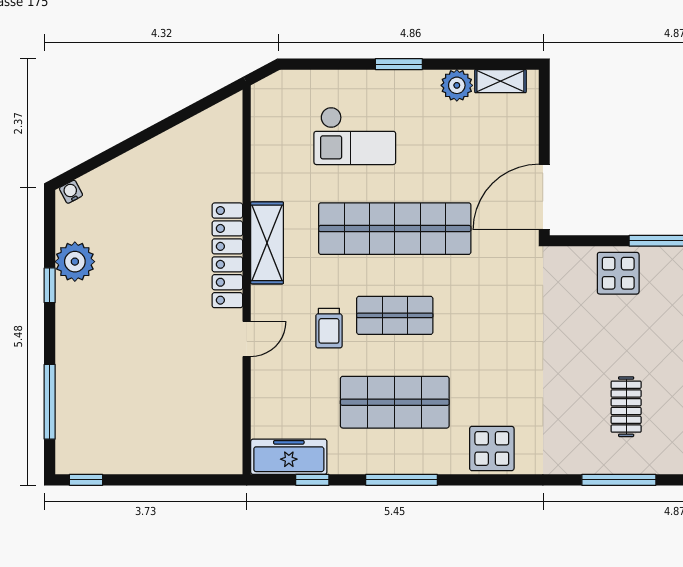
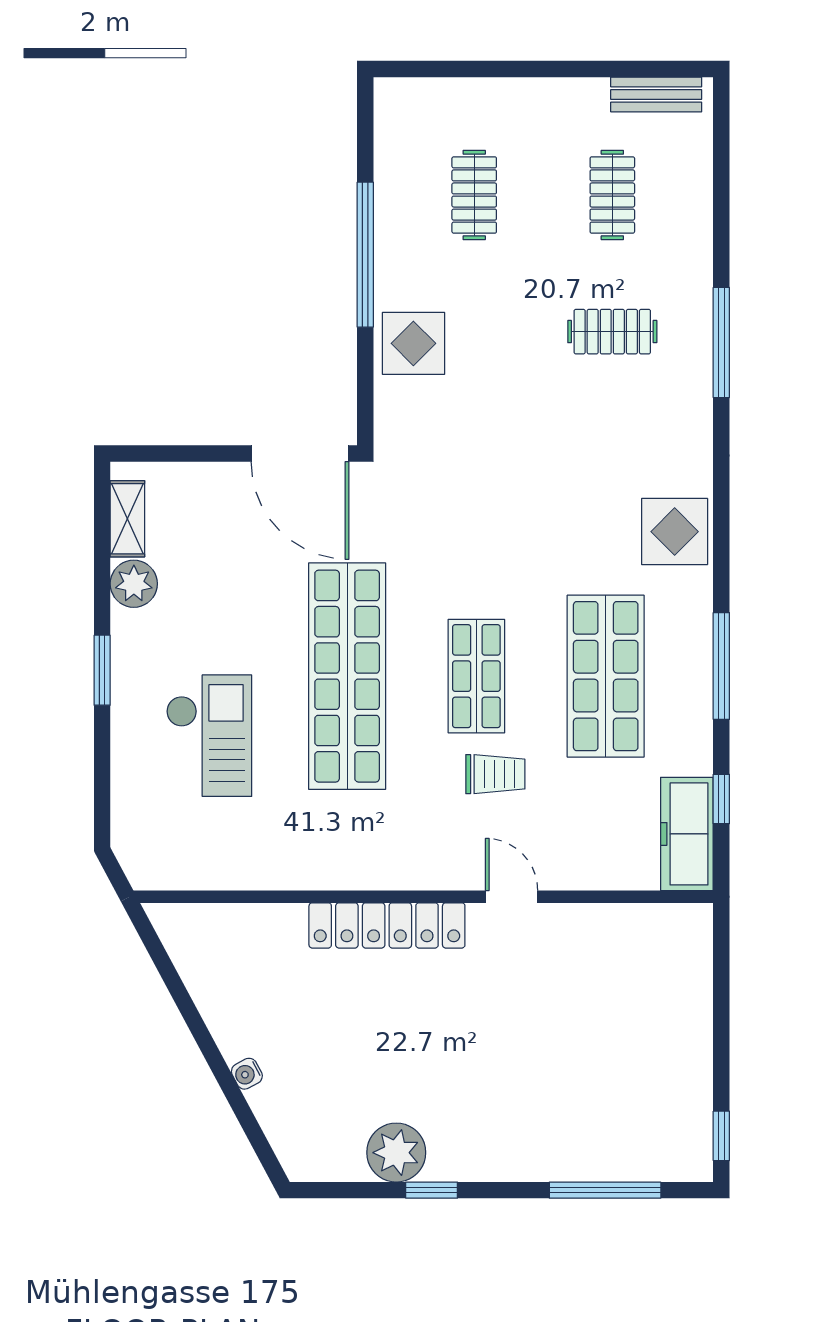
water cooler: (71, 192) -> (247, 1074), moved
shelving: (267, 243) -> (368, 866), removed

